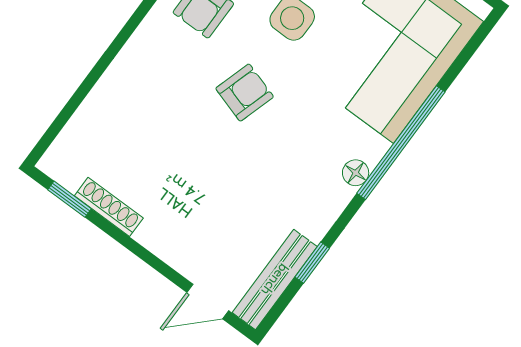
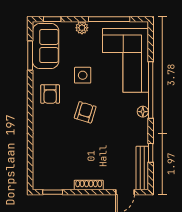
shoe rack: (109, 207) -> (89, 185), moved

